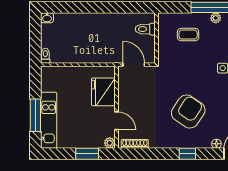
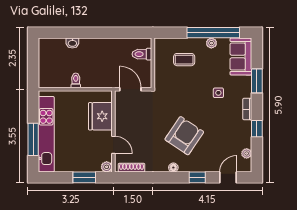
washbasin: (47, 18) -> (72, 43), moved
toilet: (45, 56) -> (76, 80), moved
kitchen unit: (49, 120) -> (46, 134), width x1.36
floor lamp: (216, 144) -> (173, 168), moved
window: (187, 154) -> (197, 177), moved

